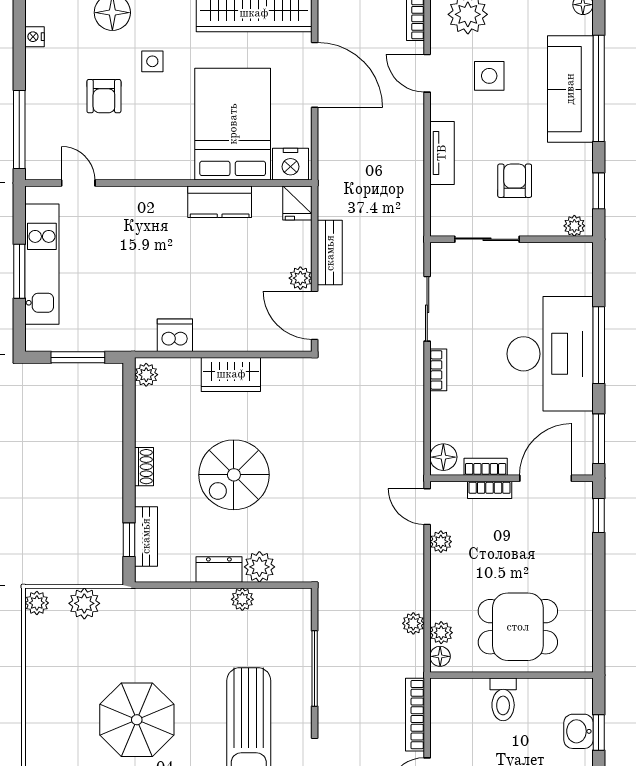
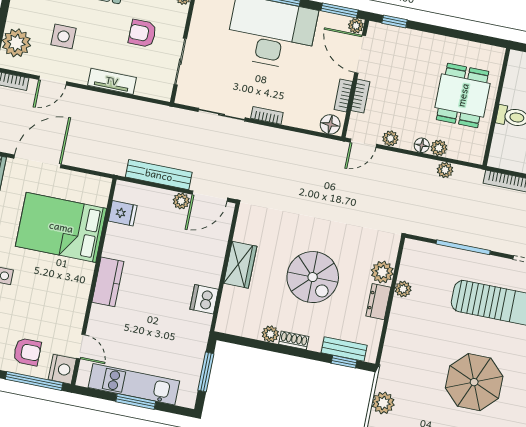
armchair: (104, 96) -> (27, 352), moved
nightstand: (291, 164) -> (62, 369), moved
door: (78, 183) -> (81, 347), swing flipped
kitchen counter: (220, 202) -> (108, 282), moved
fridge: (297, 203) -> (123, 213), moved
bench: (330, 253) -> (159, 175), width x1.36
plant: (146, 375) -> (270, 334), moved
plant: (583, 465) -> (356, 26), added
plant: (441, 633) -> (439, 148), moved
floor lamp: (440, 656) -> (422, 145), moved

